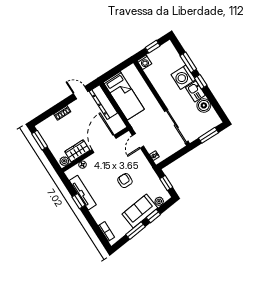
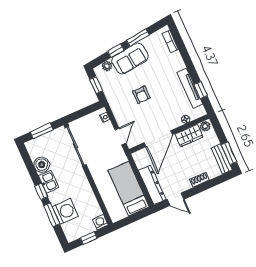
washing machine: (183, 77) -> (65, 211), moved
bench: (45, 134) -> (221, 159), added
window: (79, 201) -> (201, 90), moved

